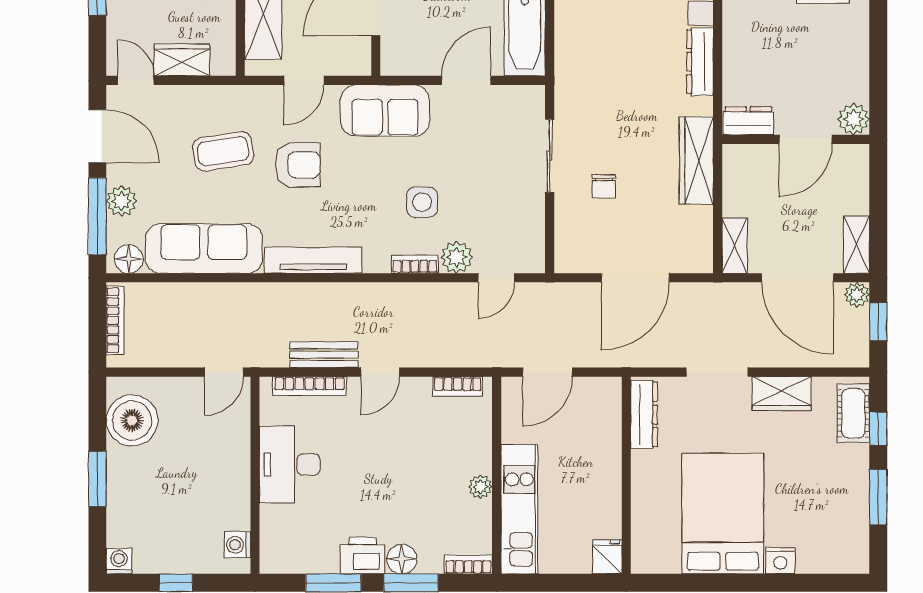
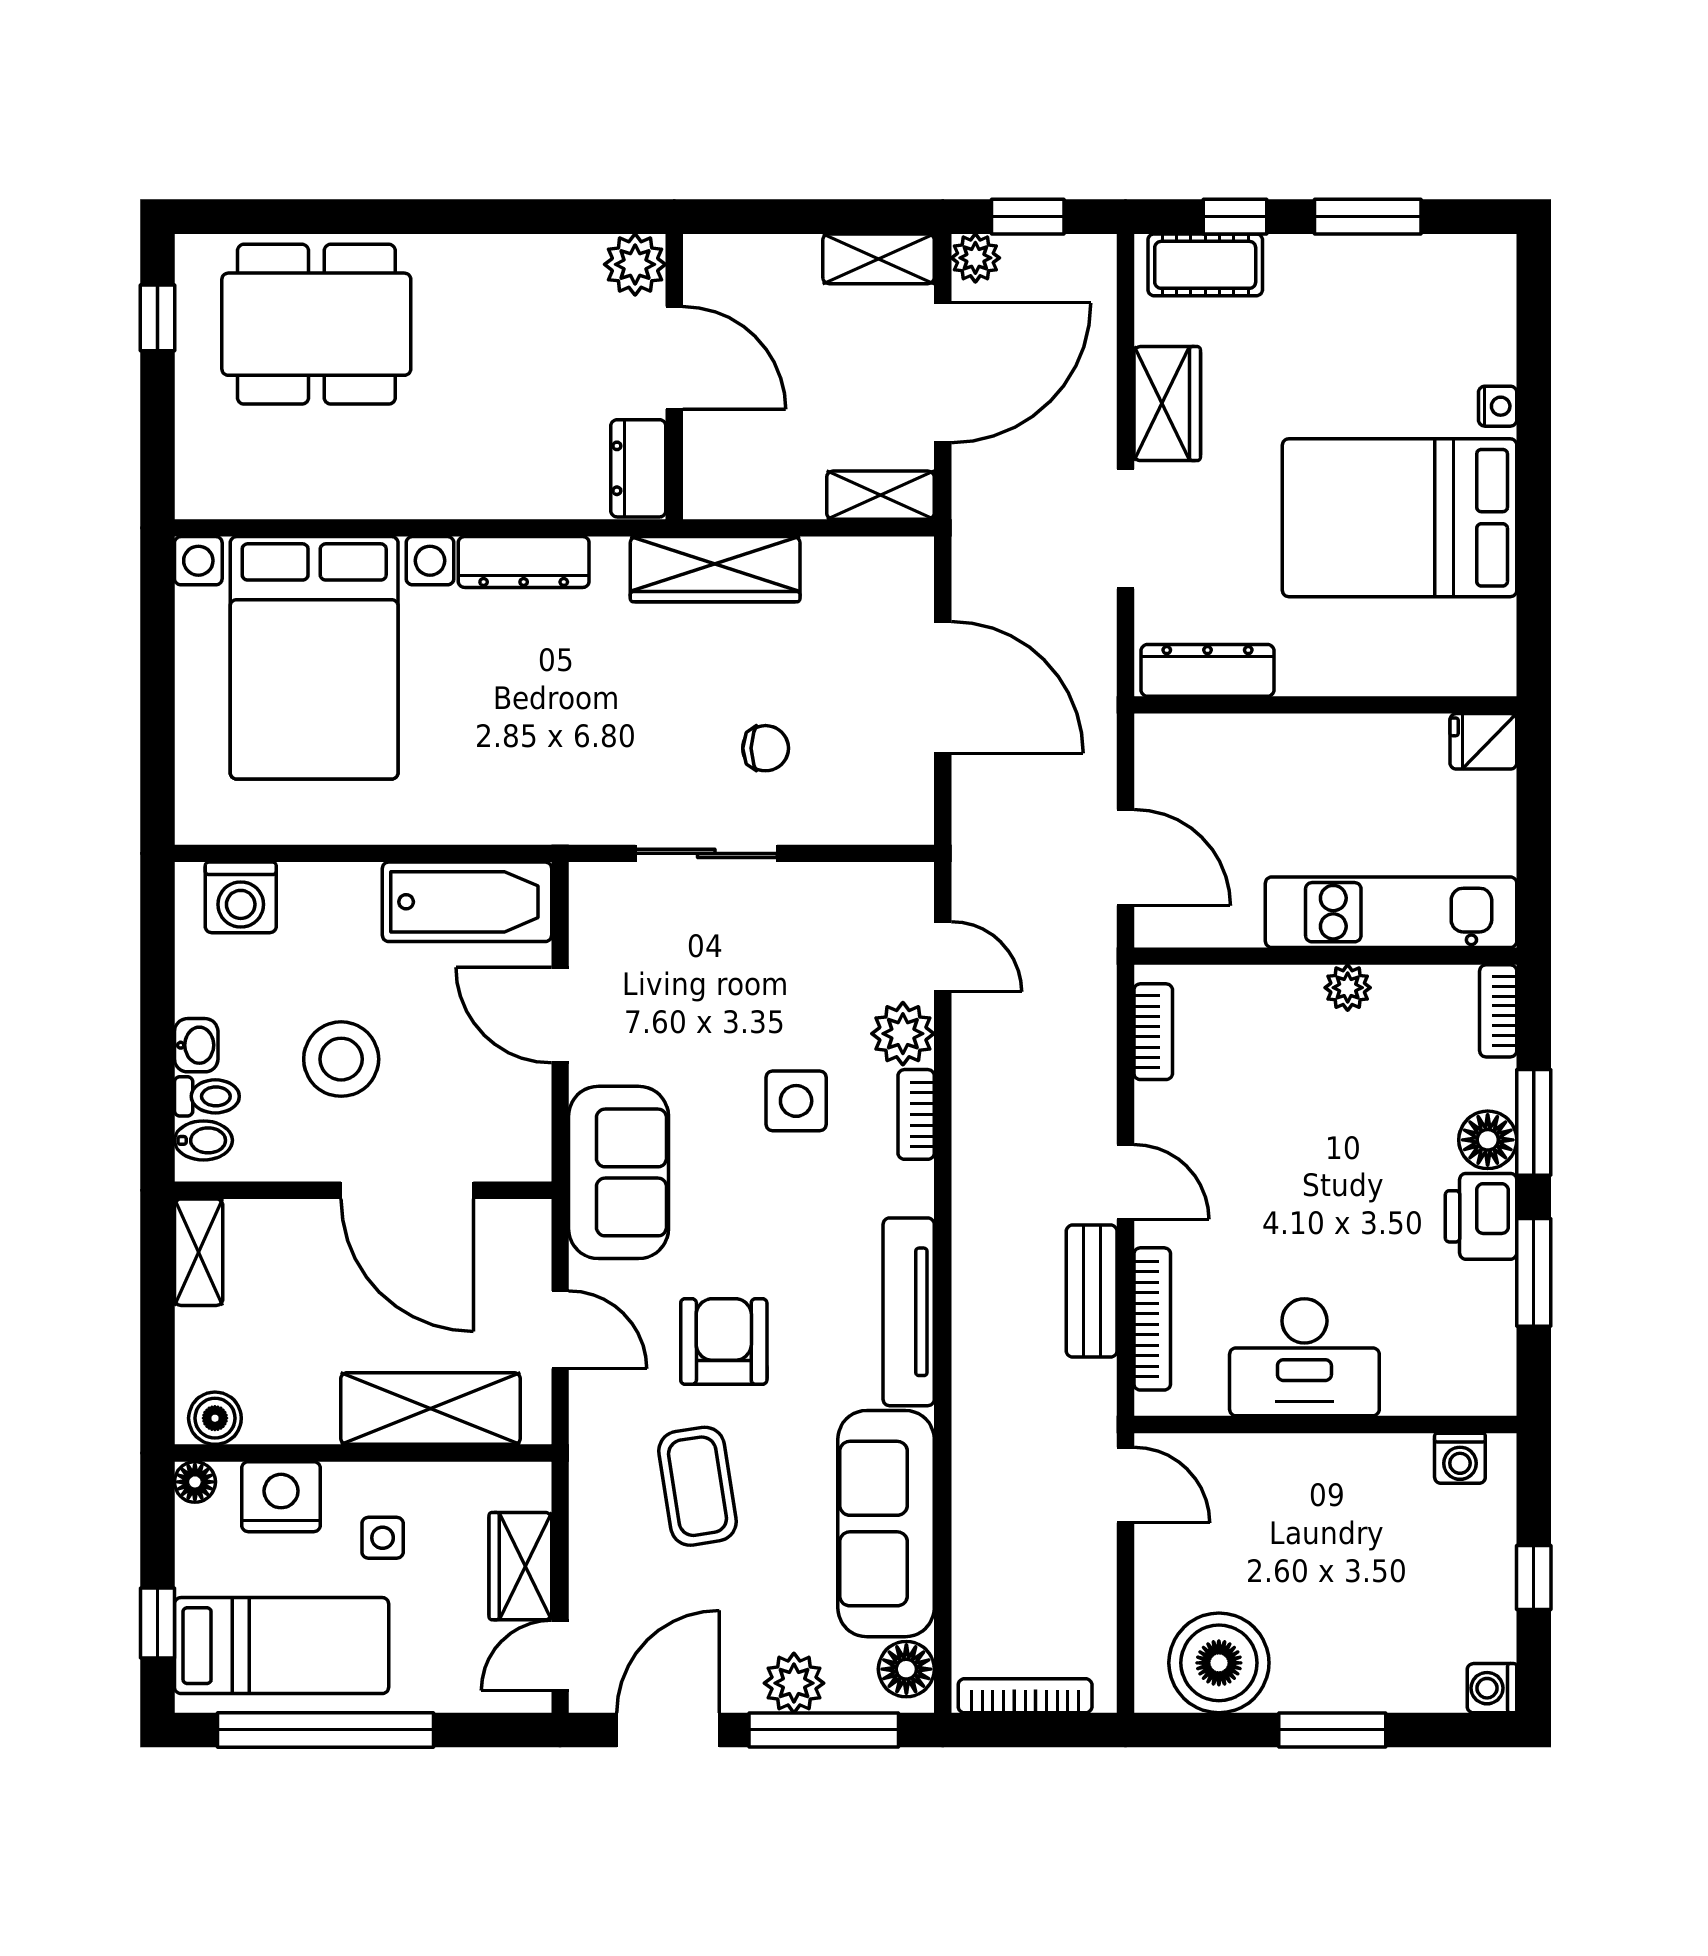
nightstand: (780, 561) -> (1498, 406), width x0.72, depth x0.74

